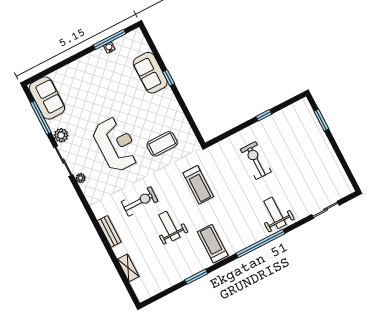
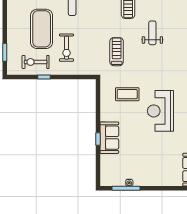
sofa: (150, 73) -> (109, 138), moved
exercise mat: (294, 167) -> (42, 29), added
exercise bike: (140, 201) -> (36, 62), moved
weight bench: (169, 226) -> (152, 33), turned 180

